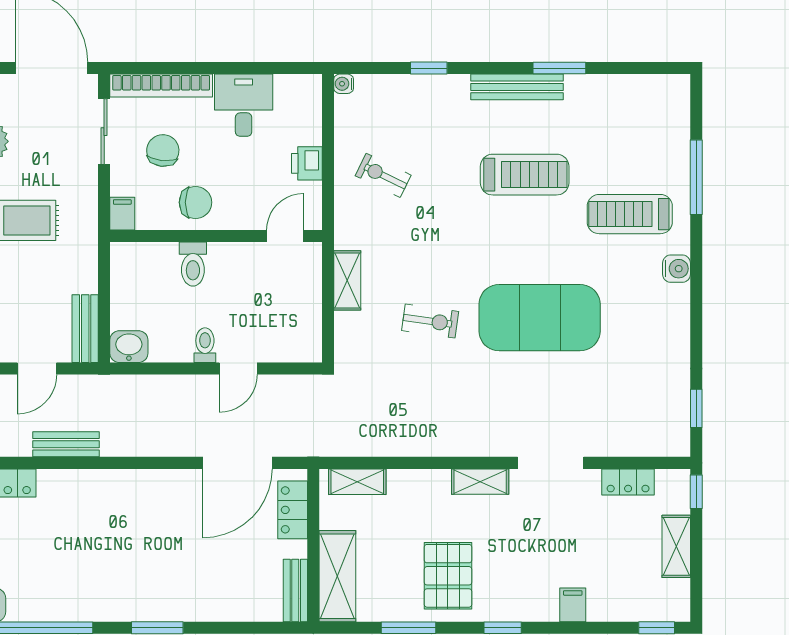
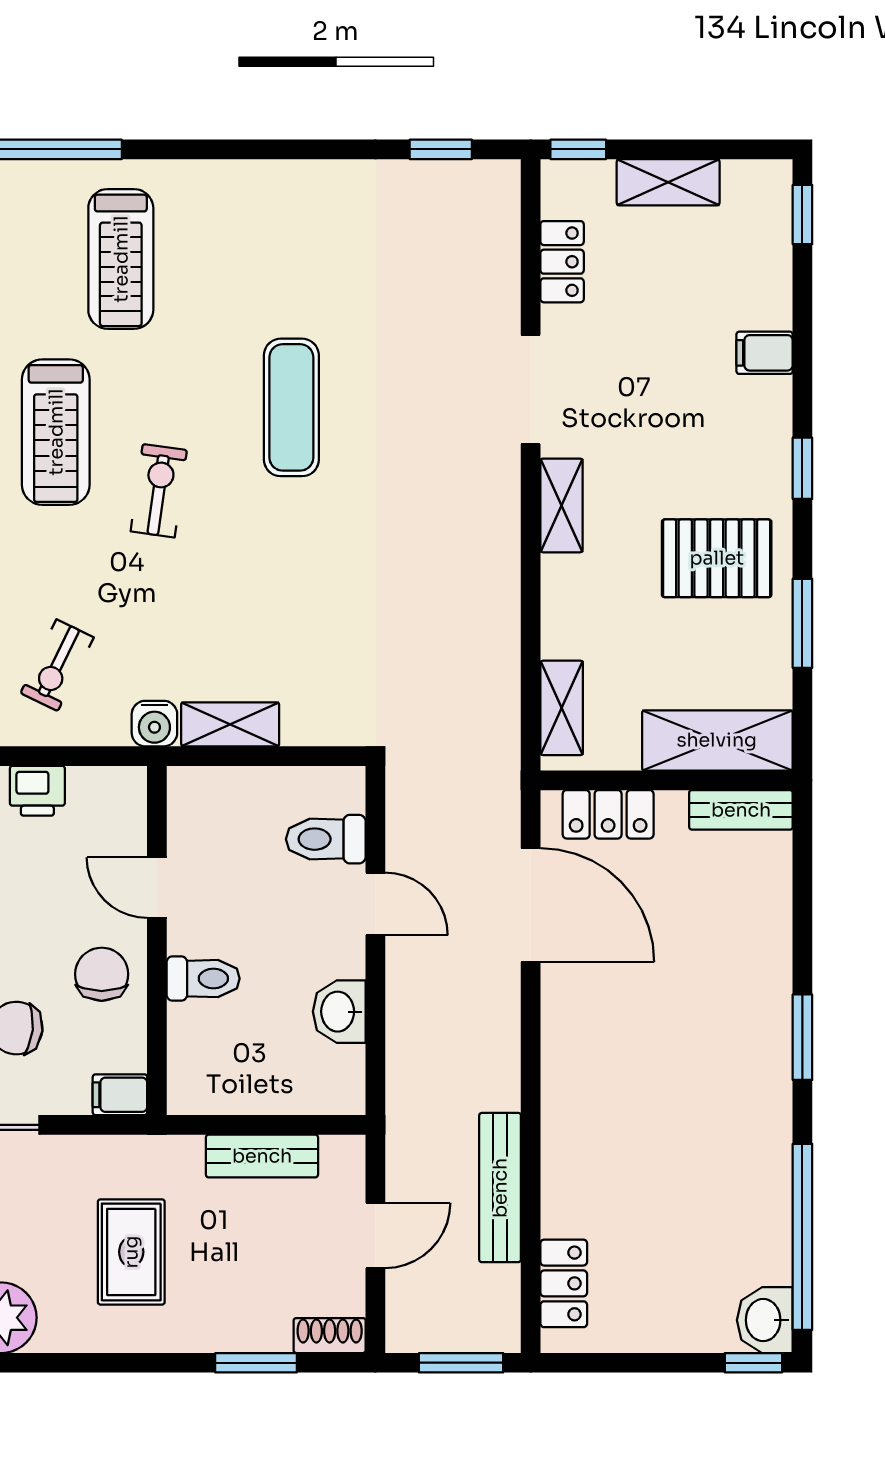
treadmill: (525, 175) -> (56, 432), turned 180
door: (285, 236) -> (157, 888), moved
water cooler: (676, 269) -> (154, 724), moved, turned 180
exercise mat: (540, 318) -> (291, 407), width x0.50, depth x0.69
exercise bike: (430, 321) -> (159, 491), moved
bench: (85, 329) -> (262, 1156), moved
toilet: (205, 345) -> (326, 839), moved, width x1.37, depth x1.39
washbasin: (129, 347) -> (339, 1012), moved
door: (37, 369) -> (375, 1235), hinge flipped
bench: (66, 444) -> (500, 1188), width x1.36

